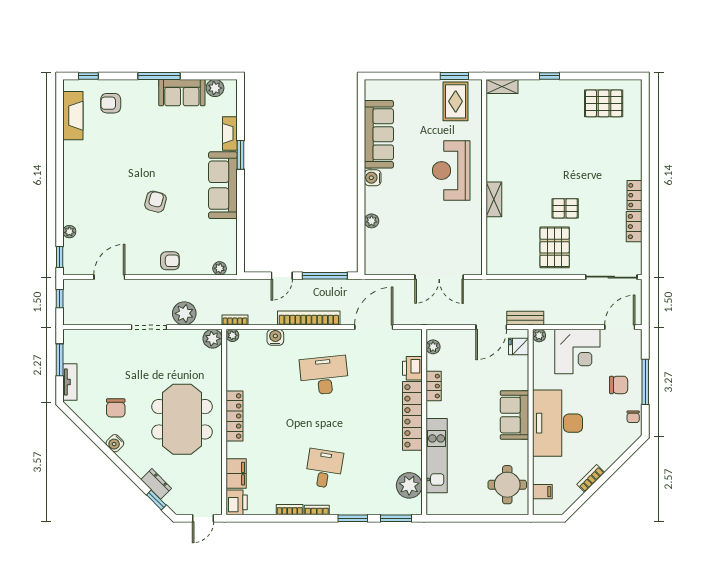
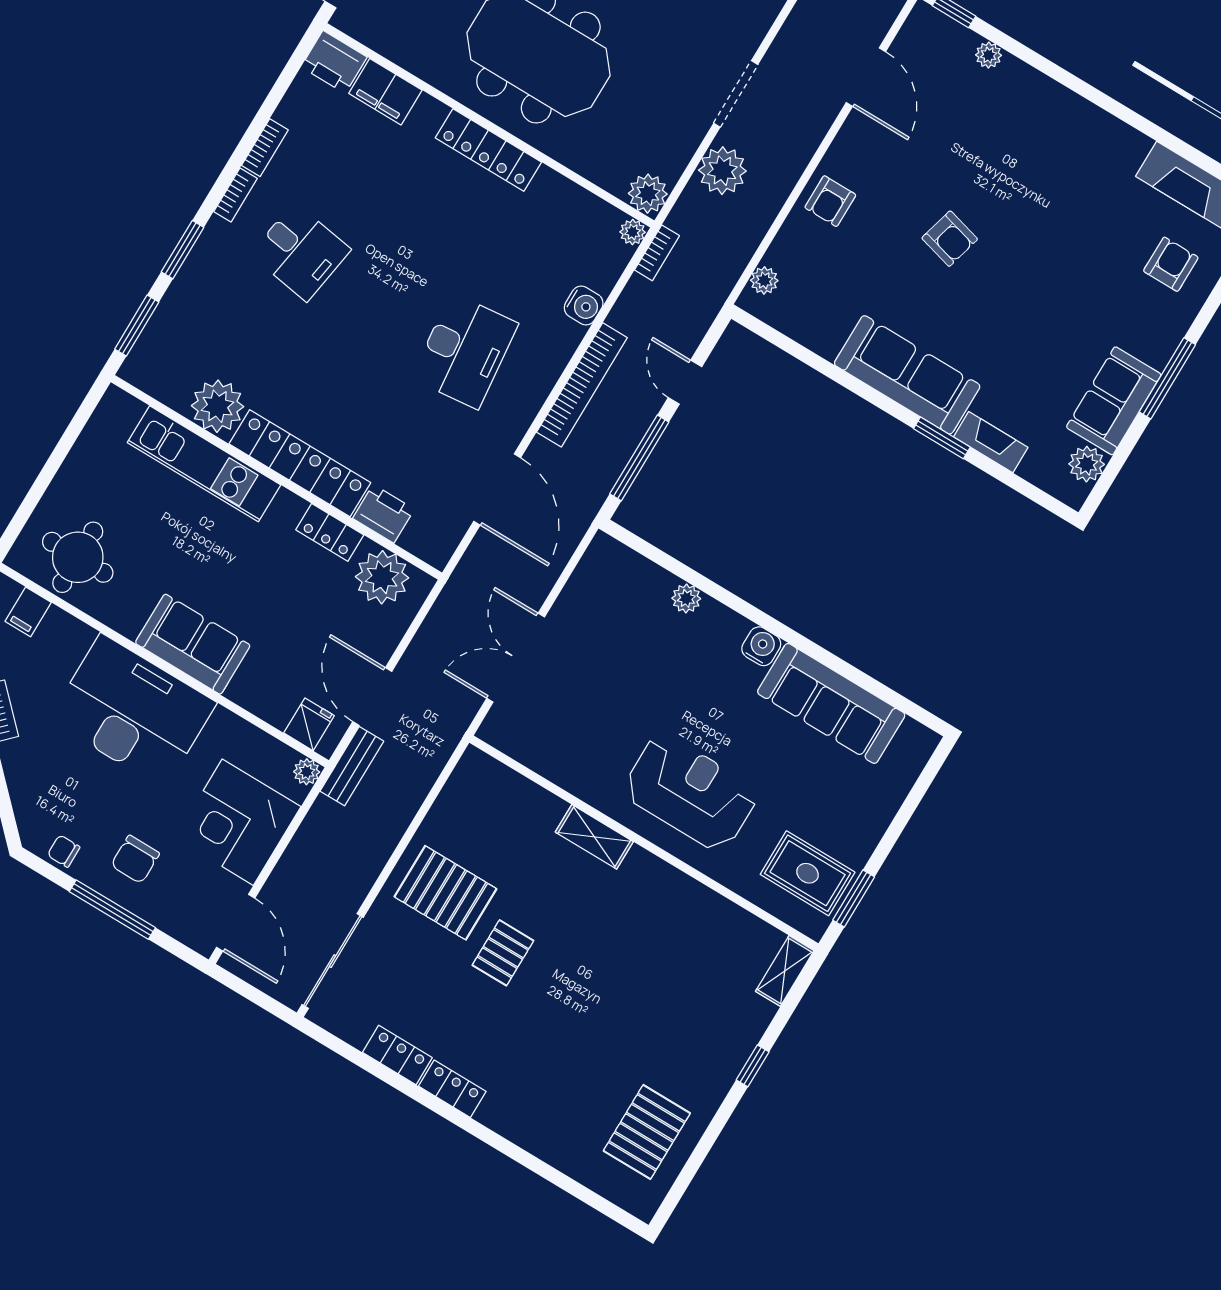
plant: (433, 347) -> (382, 577), width x1.87, depth x1.87
plant: (409, 485) -> (218, 406), moved

